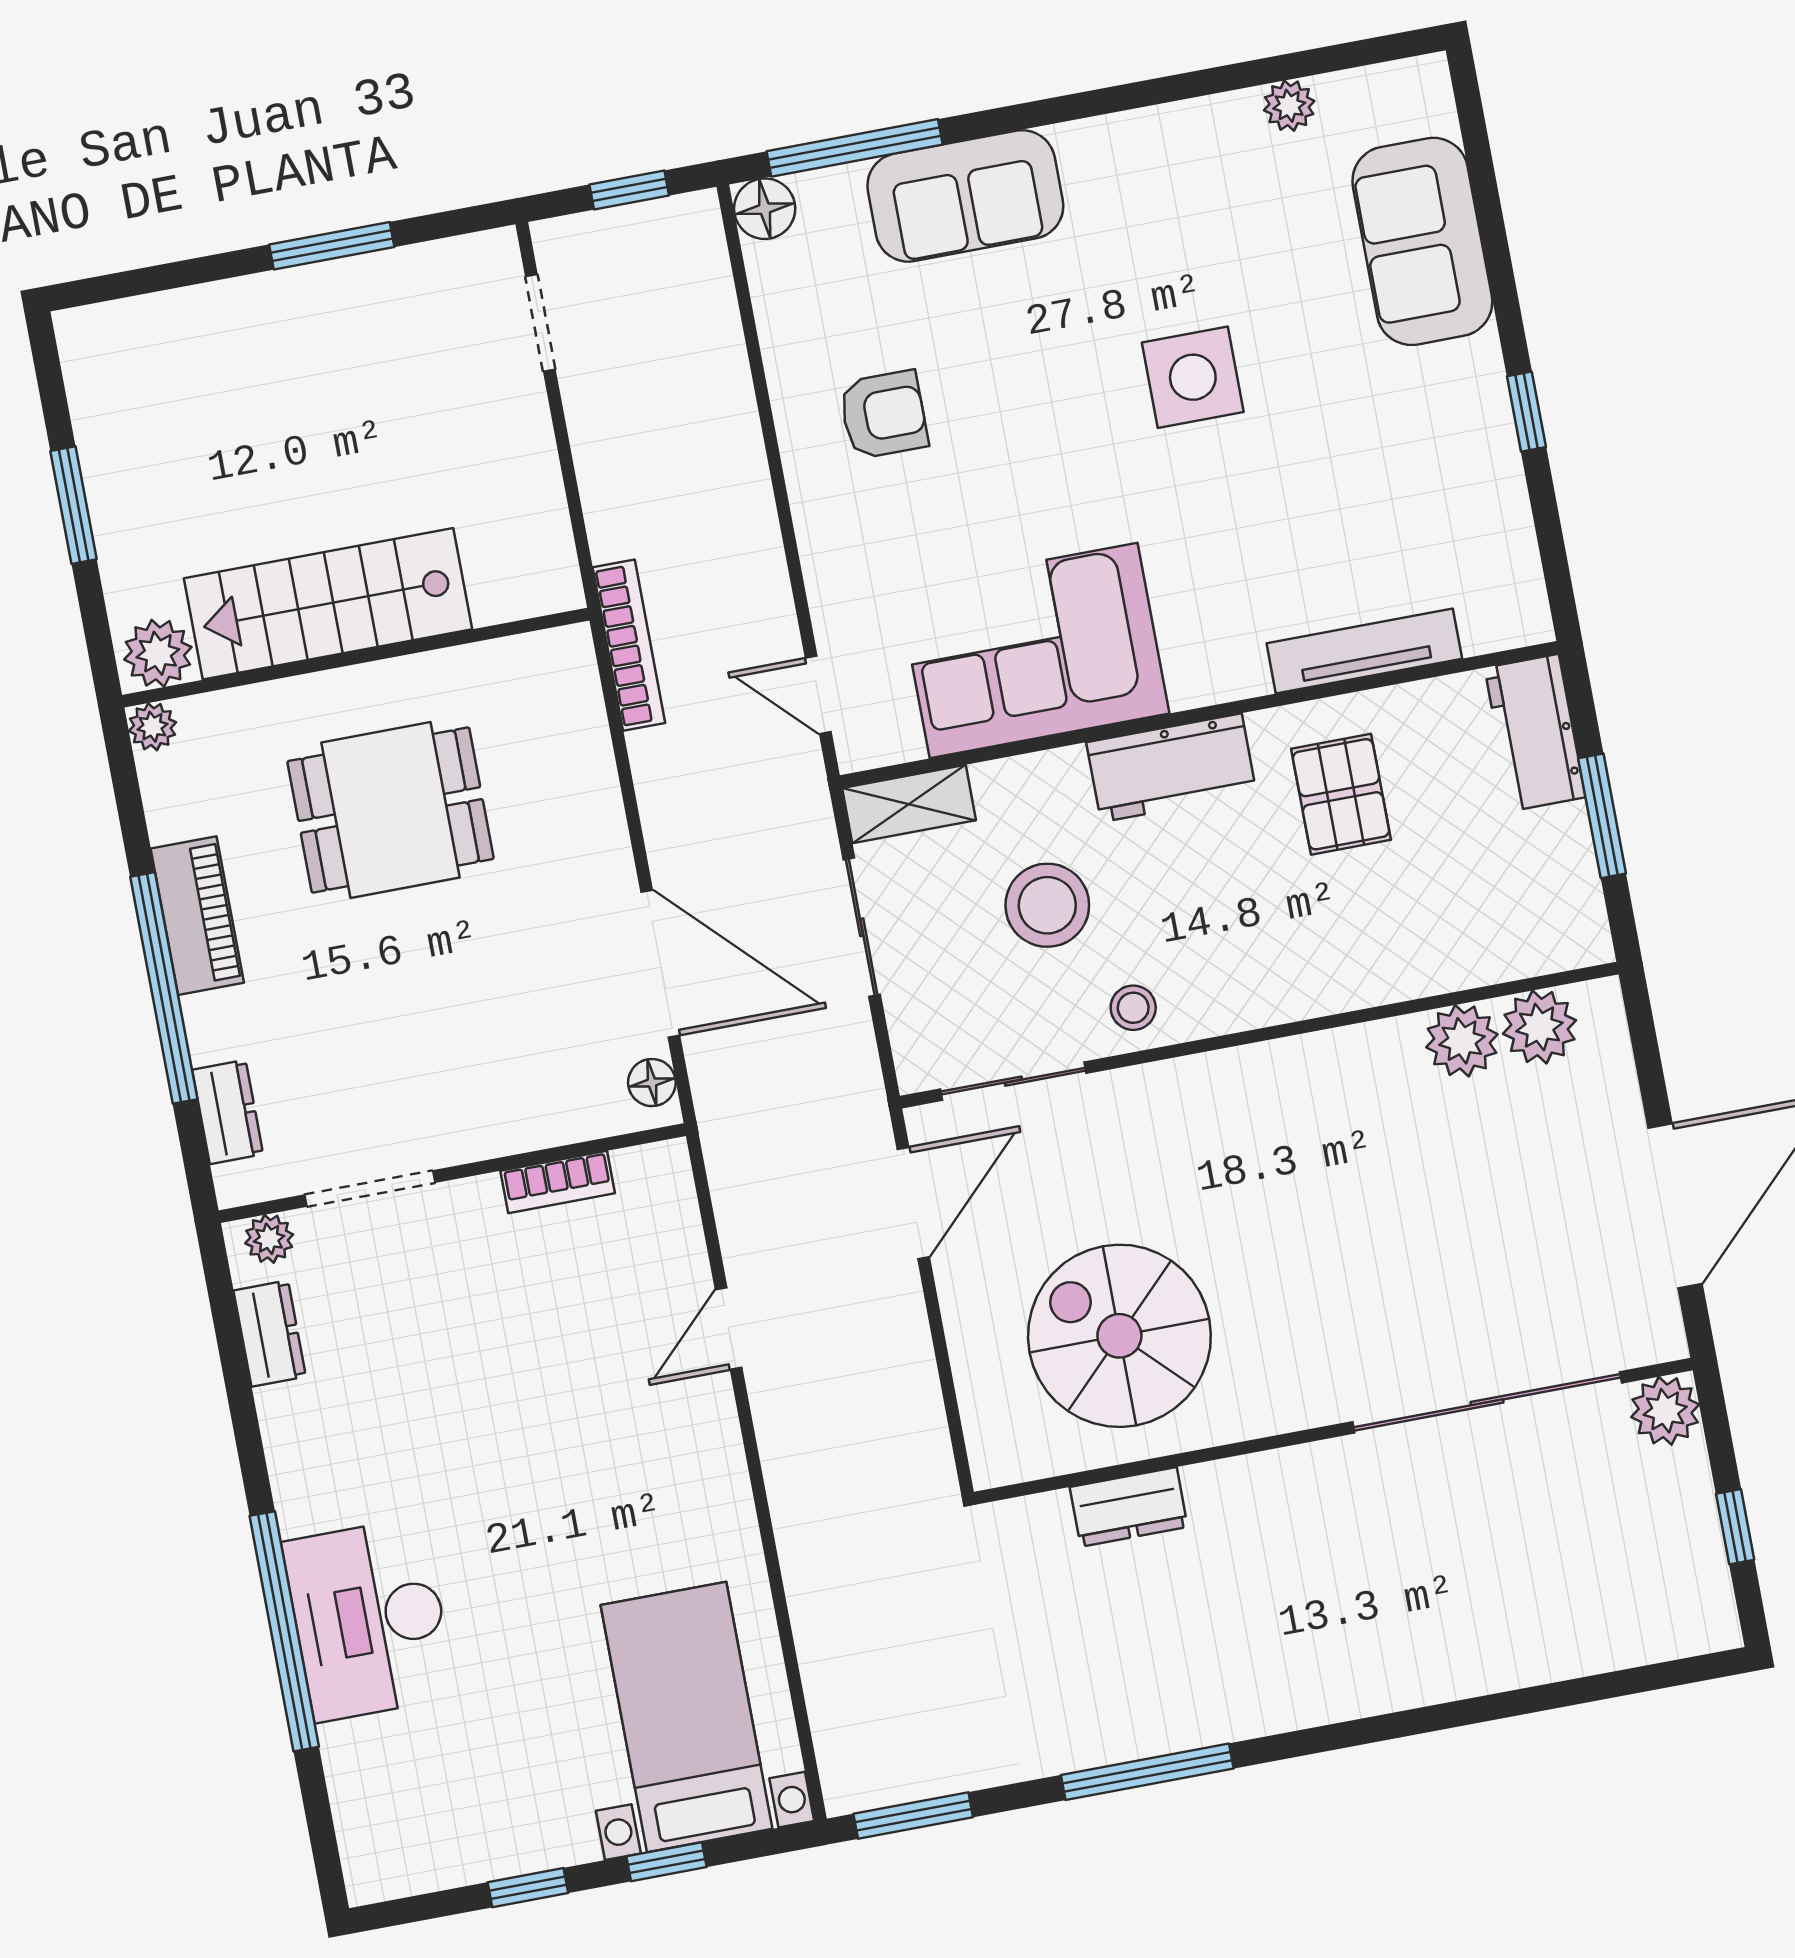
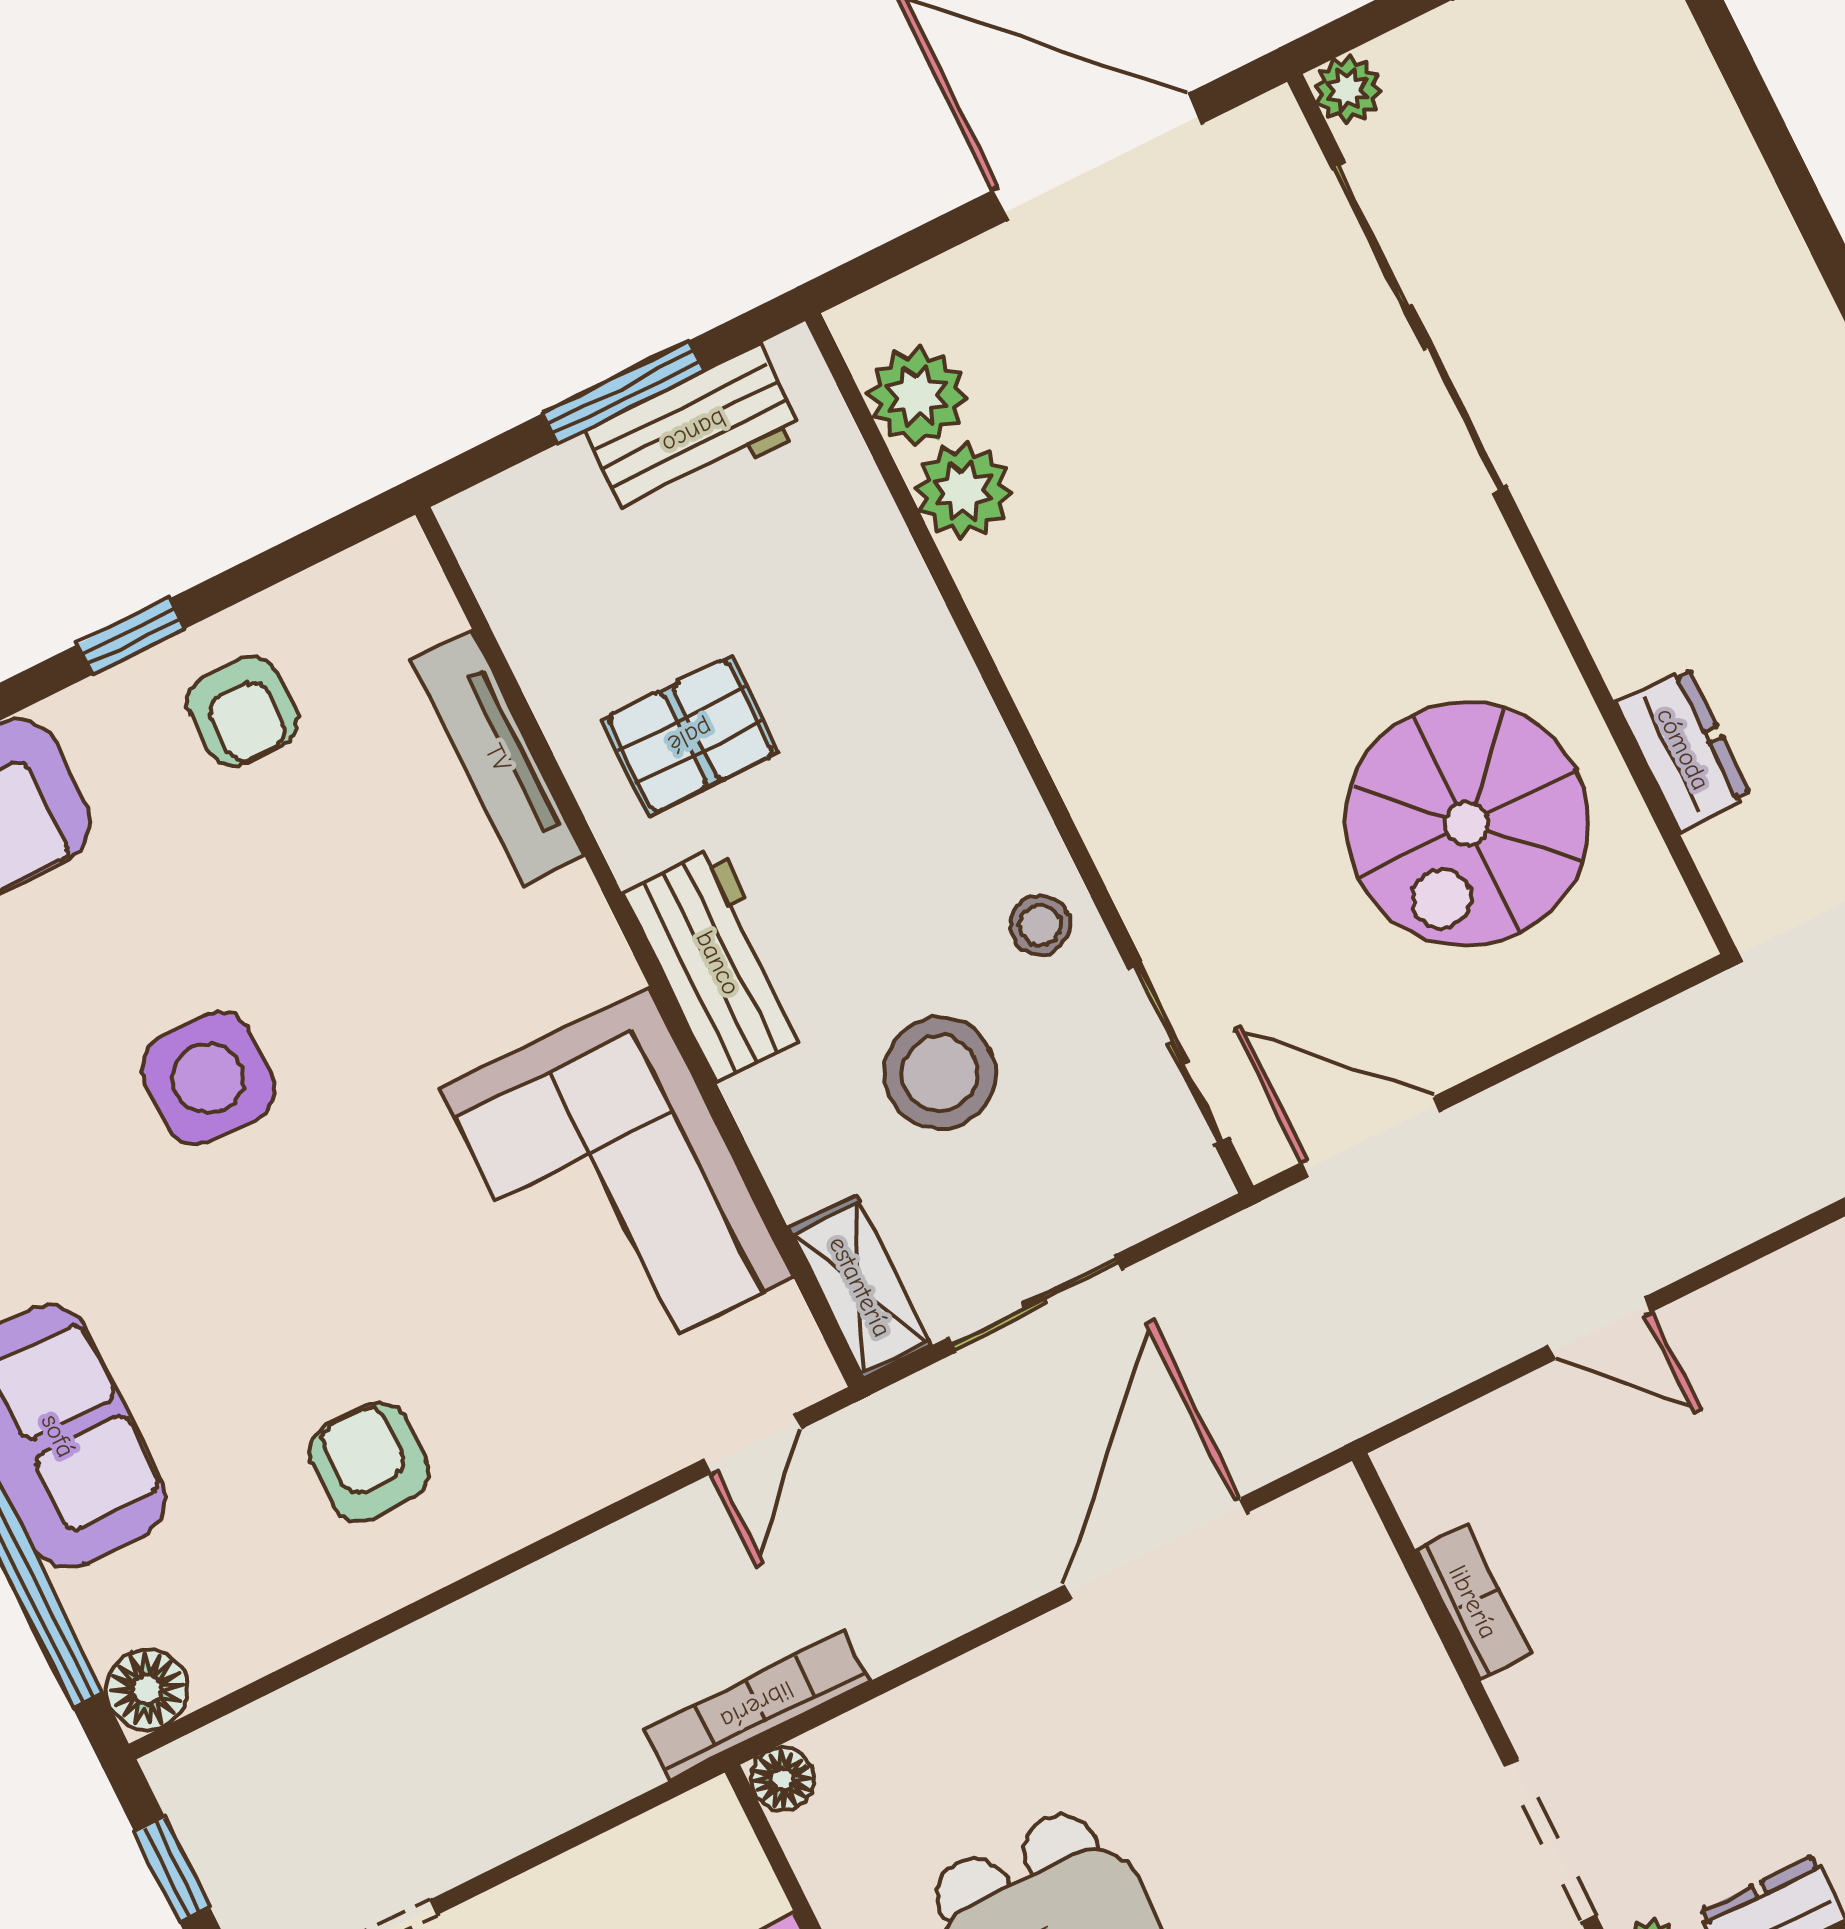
armchair: (1450, 477) -> (242, 711), added
workbench: (1535, 733) -> (694, 432), moved
floor lamp: (652, 1083) -> (782, 1779), moved
plant: (1665, 1411) -> (1348, 89), width x0.73, depth x0.73

